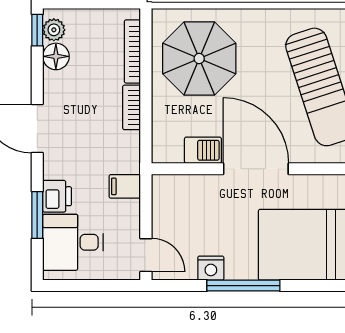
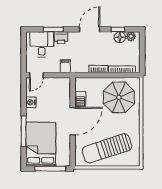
window: (37, 30) -> (118, 29), moved
window: (243, 286) -> (24, 131), moved

